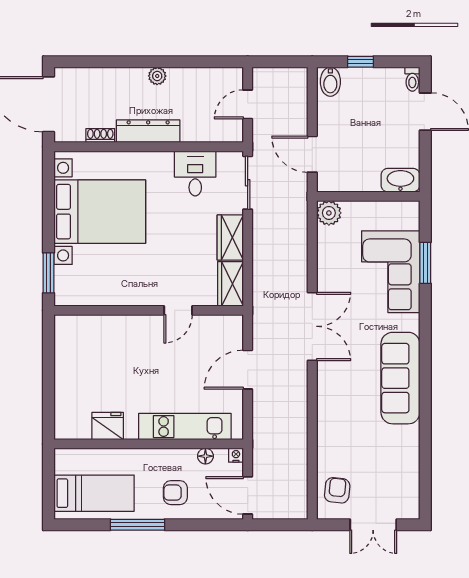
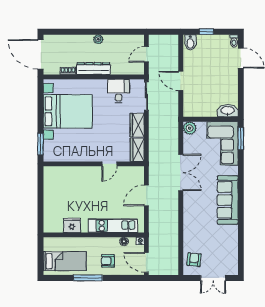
washbasin: (400, 180) -> (228, 111), moved
wall: (368, 196) -> (211, 119), moved
plant: (329, 213) -> (190, 128), moved

